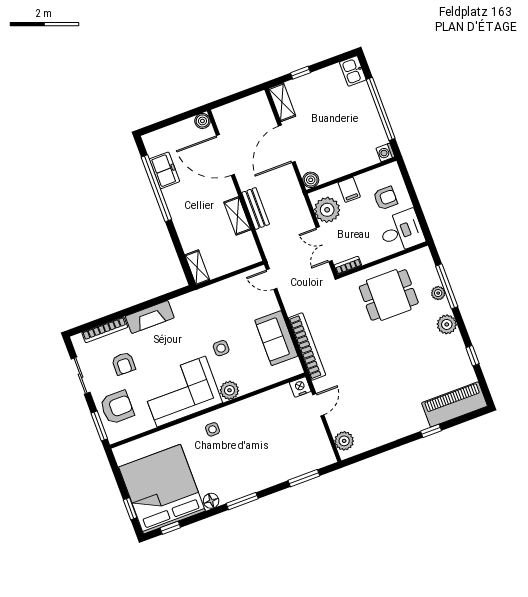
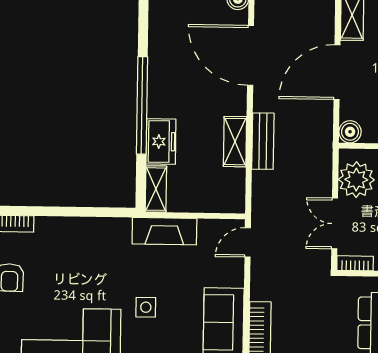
freezer: (164, 170) -> (161, 142), moved
window: (156, 188) -> (142, 105), moved
door: (272, 279) -> (248, 242), hinge flipped
fireplace: (150, 317) -> (164, 231), moved

